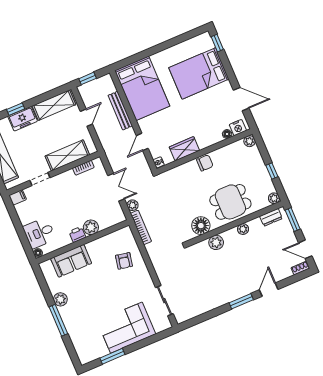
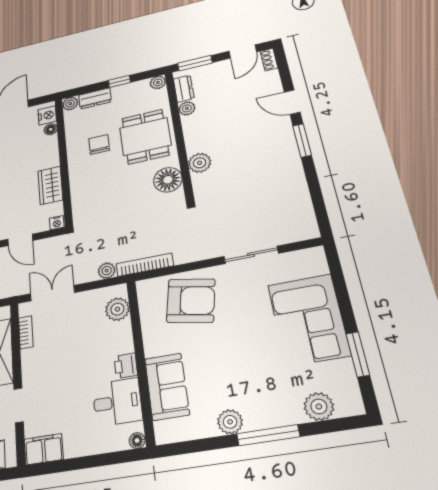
dresser: (256, 158) -> (95, 98), added
chair: (205, 163) -> (99, 144), moved
double door: (116, 187) -> (52, 293), moved
filing cabinet: (18, 197) -> (44, 449), width x2.00
plant: (91, 227) -> (117, 309), moved
plant: (243, 229) -> (187, 108), moved
desk: (39, 233) -> (117, 402), moved, turned -90
armchair: (124, 261) -> (191, 301), width x1.88, depth x1.88
sliding door: (164, 301) -> (251, 255), moved
plant: (80, 342) -> (319, 407), added

